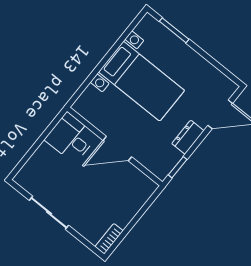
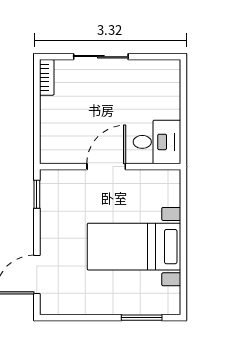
dresser: (188, 137) -> (50, 229), removed
sliding door: (49, 213) -> (101, 57), moved

